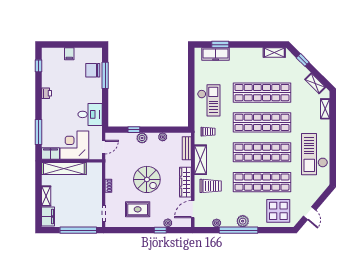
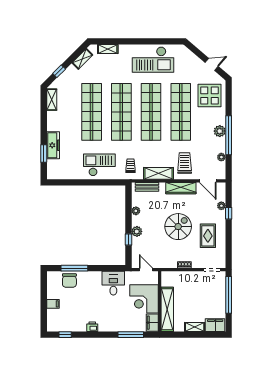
freezer: (216, 54) -> (53, 145), moved

